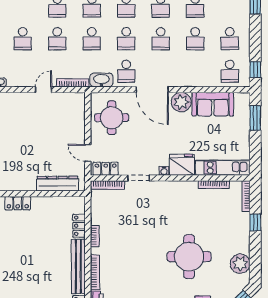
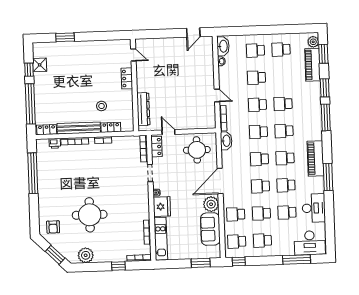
school desk: (126, 71) -> (236, 214), moved
door: (88, 153) -> (168, 132), hinge flipped
stool: (52, 237) -> (102, 106), added

